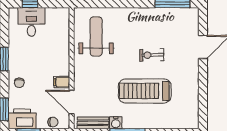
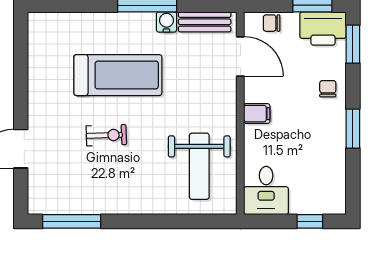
desk: (31, 22) -> (266, 190), moved
filing cabinet: (62, 82) -> (257, 114), moved

